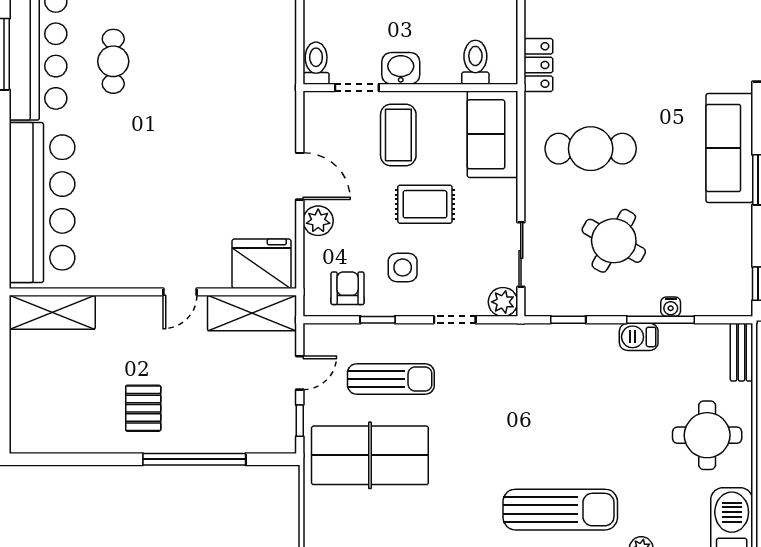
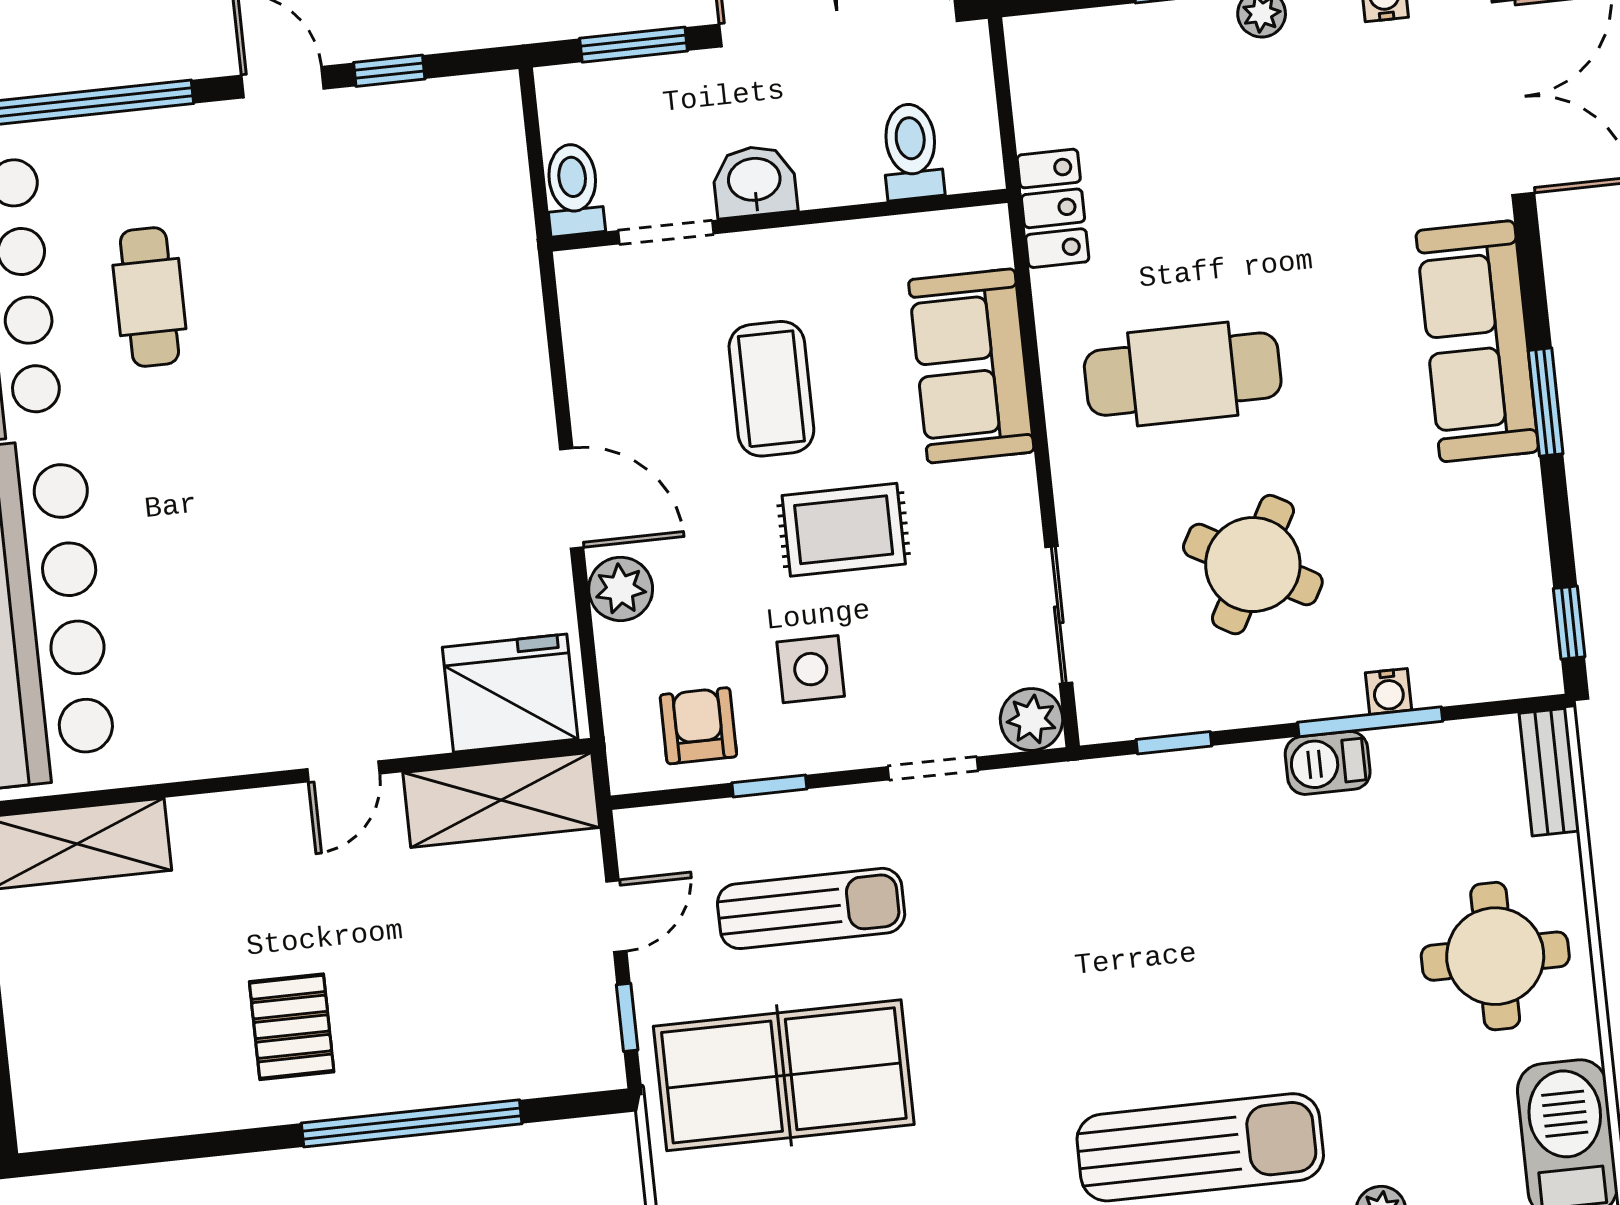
toilet: (475, 62) -> (912, 151), moved
toilet: (316, 63) -> (573, 190), moved
washbasin: (401, 68) -> (754, 181), moved
doorway: (357, 88) -> (666, 232), moved
wall: (410, 88) -> (779, 220), moved

